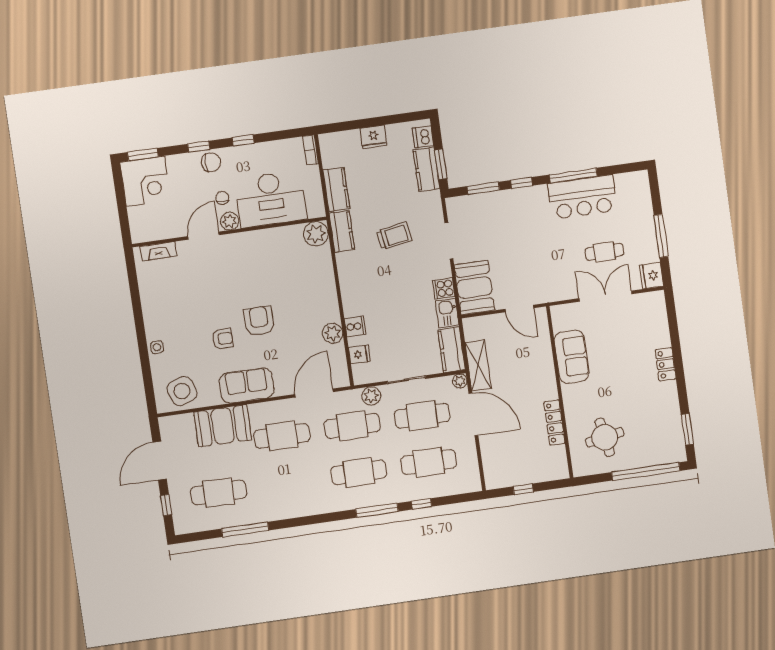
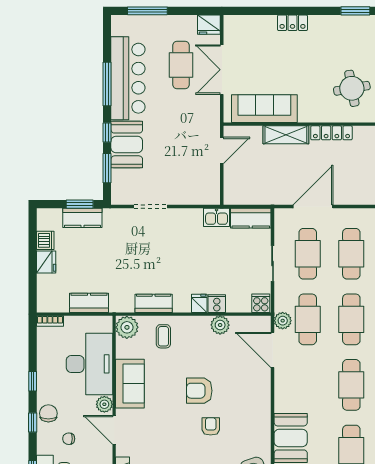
dishwasher: (423, 137) -> (45, 240), moved, turned -90
bar counter: (583, 197) -> (128, 78), width x1.36
chair: (222, 198) -> (69, 439), moved
kitchen counter: (342, 231) -> (154, 303), moved
trolley: (394, 236) -> (139, 256), removed
window: (661, 236) -> (147, 11), moved
cafe table: (604, 252) -> (181, 65), width x1.37, depth x1.35
coffee table: (312, 274) -> (163, 336), added
cooker: (444, 288) -> (261, 303), moved, turned 180
booth: (474, 288) -> (127, 144), moved, turned 90
fridge: (359, 354) -> (199, 303), moved
sofa: (572, 357) -> (264, 109), width x1.36
shelving: (478, 365) -> (286, 135), moved
plant: (460, 381) -> (281, 215), removed
sofa: (247, 386) -> (130, 384), moved, turned 180
plant: (371, 396) -> (283, 321), moved
cafe table: (282, 436) -> (351, 385), moved

